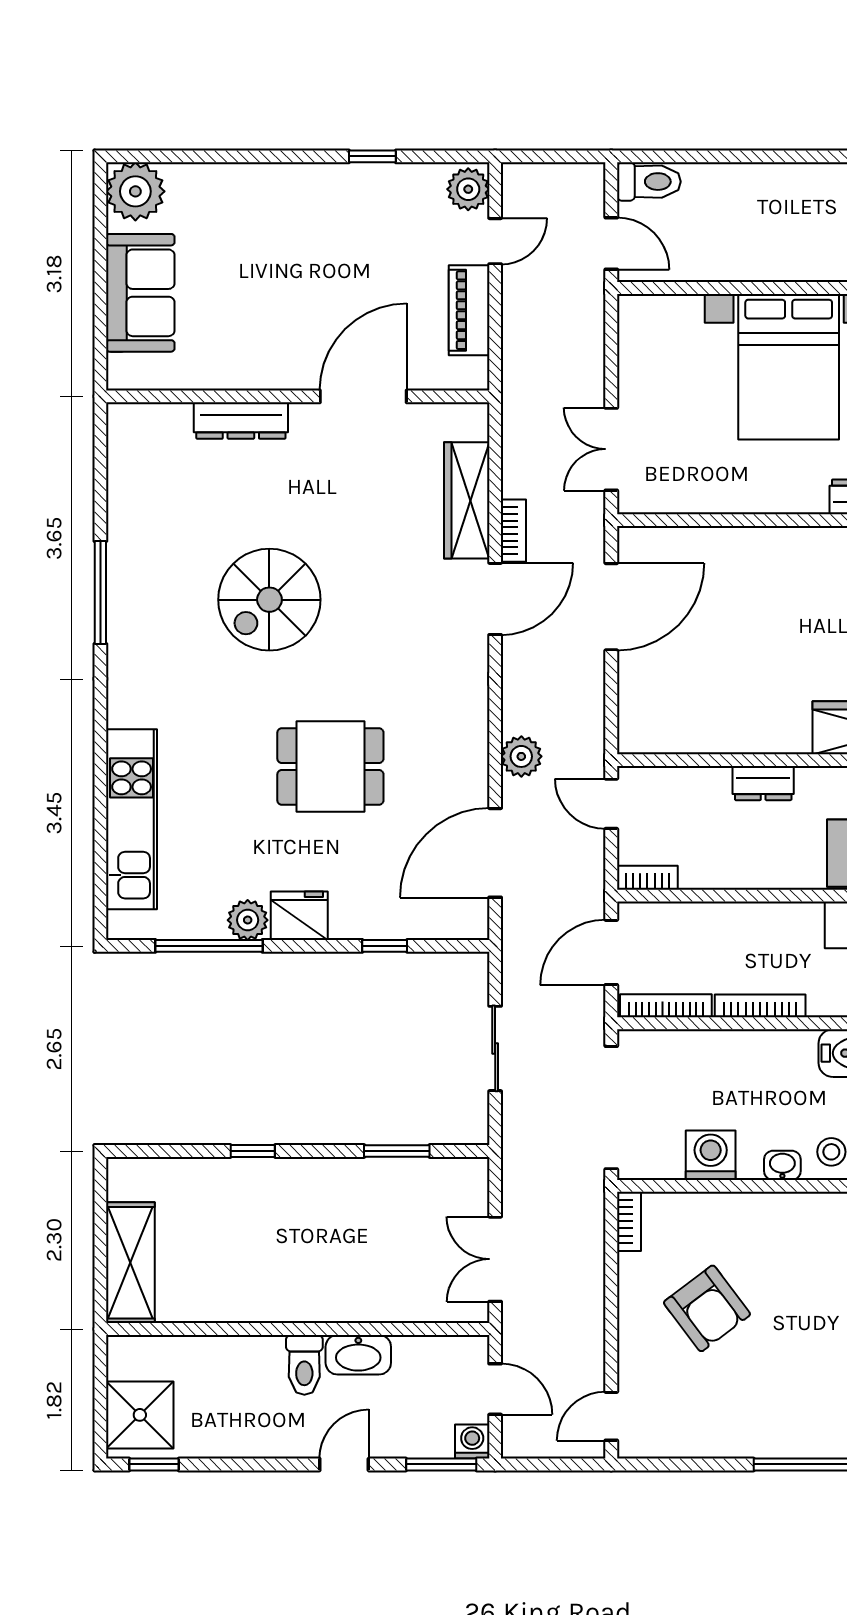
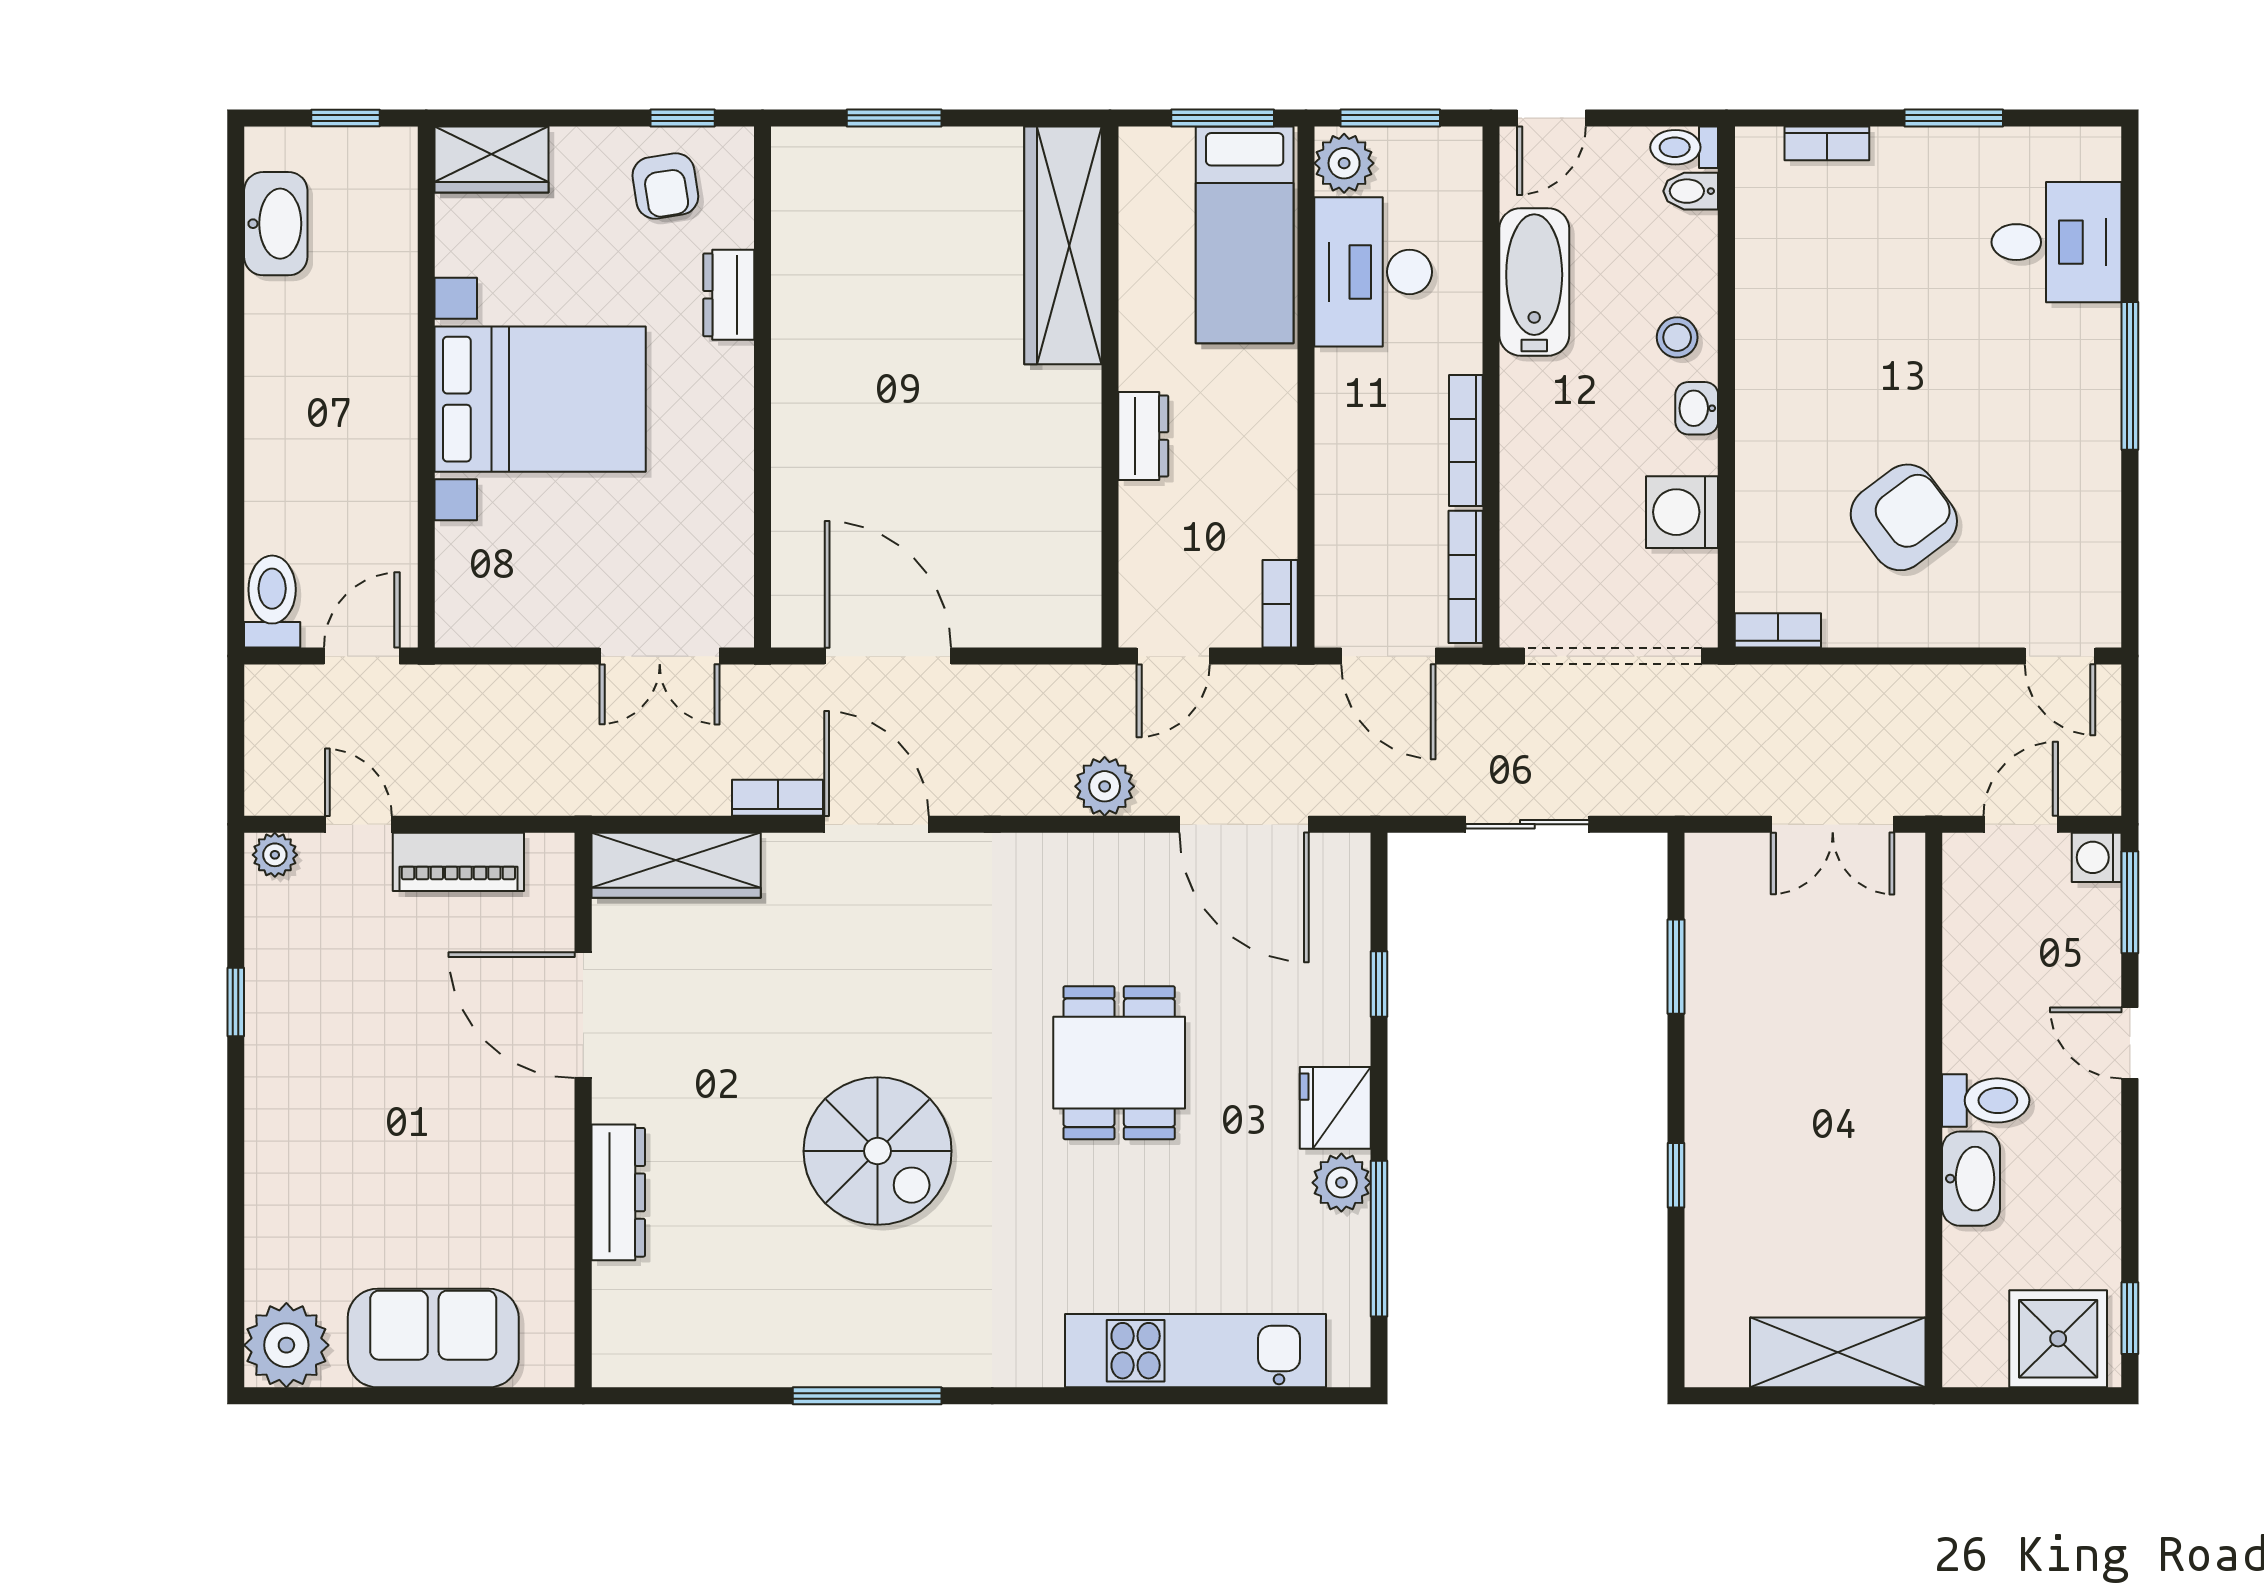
plant: (468, 189) -> (275, 855), width x0.73, depth x0.73
wardrobe: (467, 500) -> (676, 865), moved
washbasin: (358, 1355) -> (1971, 1179), moved

